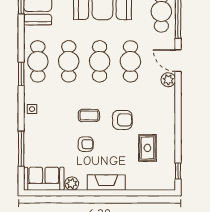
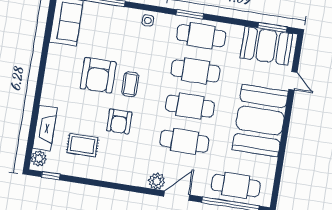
armchair: (86, 144) -> (98, 75), width x1.88, depth x1.88
fireplace: (106, 183) -> (45, 128), moved
plant: (72, 184) -> (39, 158), moved

